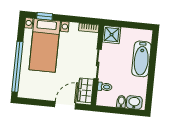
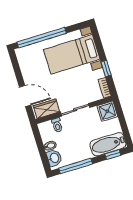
window: (45, 16) -> (106, 68), moved
window: (154, 46) -> (113, 155), added
bathtub: (141, 59) -> (108, 144), moved
window: (150, 86) -> (76, 166), added

